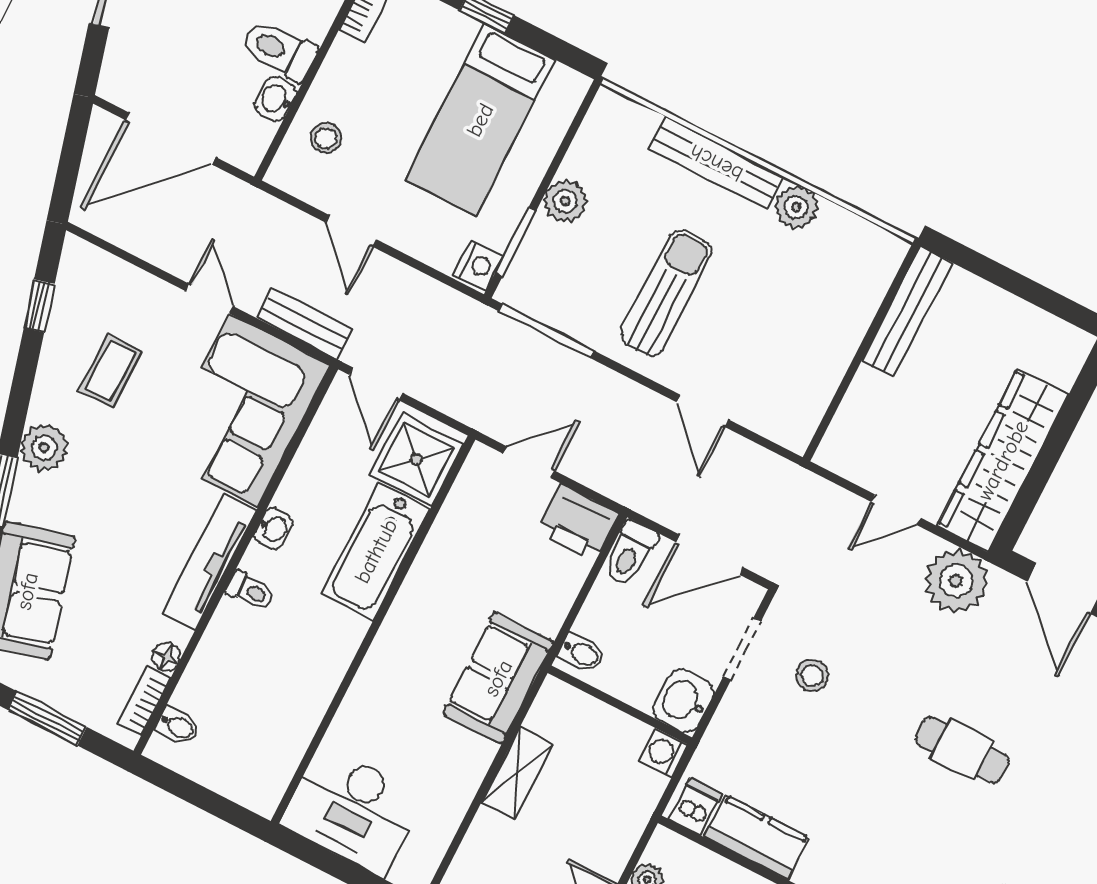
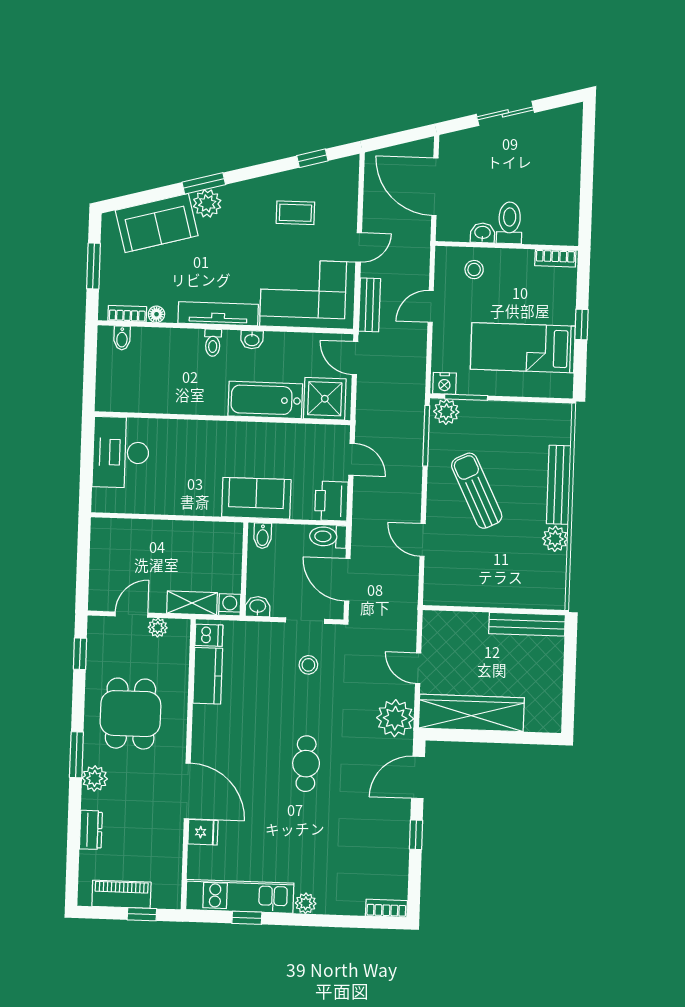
plant: (565, 201) -> (446, 412), moved
sun lounger: (666, 293) -> (477, 491), turned -116
door: (376, 384) -> (355, 358), hinge flipped
door: (703, 411) -> (423, 540), hinge flipped
plant: (44, 448) -> (207, 203), moved
sofa: (498, 678) -> (256, 498), moved
washbasin: (684, 701) -> (258, 607), width x0.72, depth x0.69
shelving: (517, 774) -> (192, 603), moved

